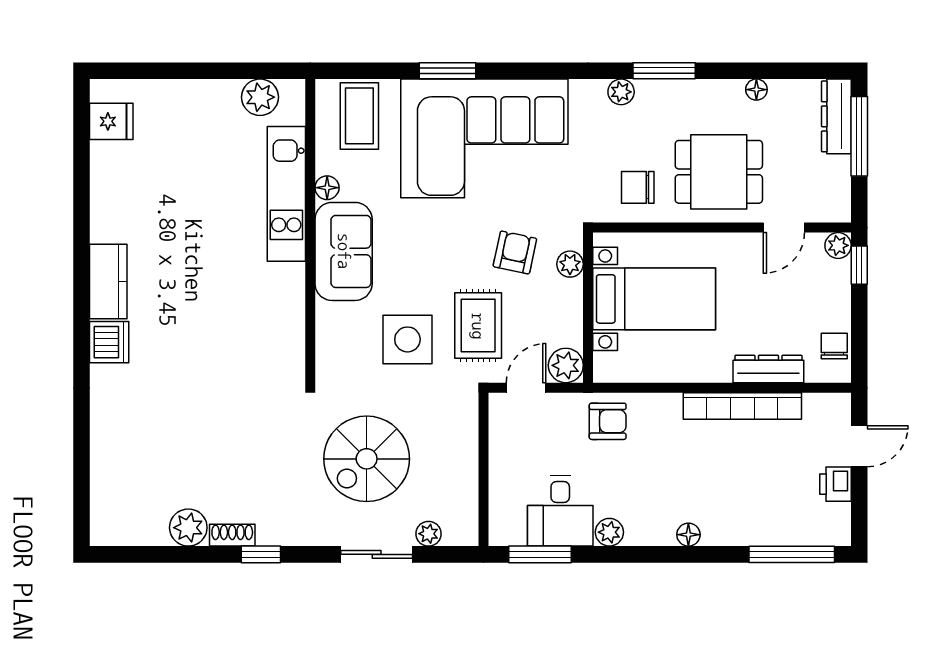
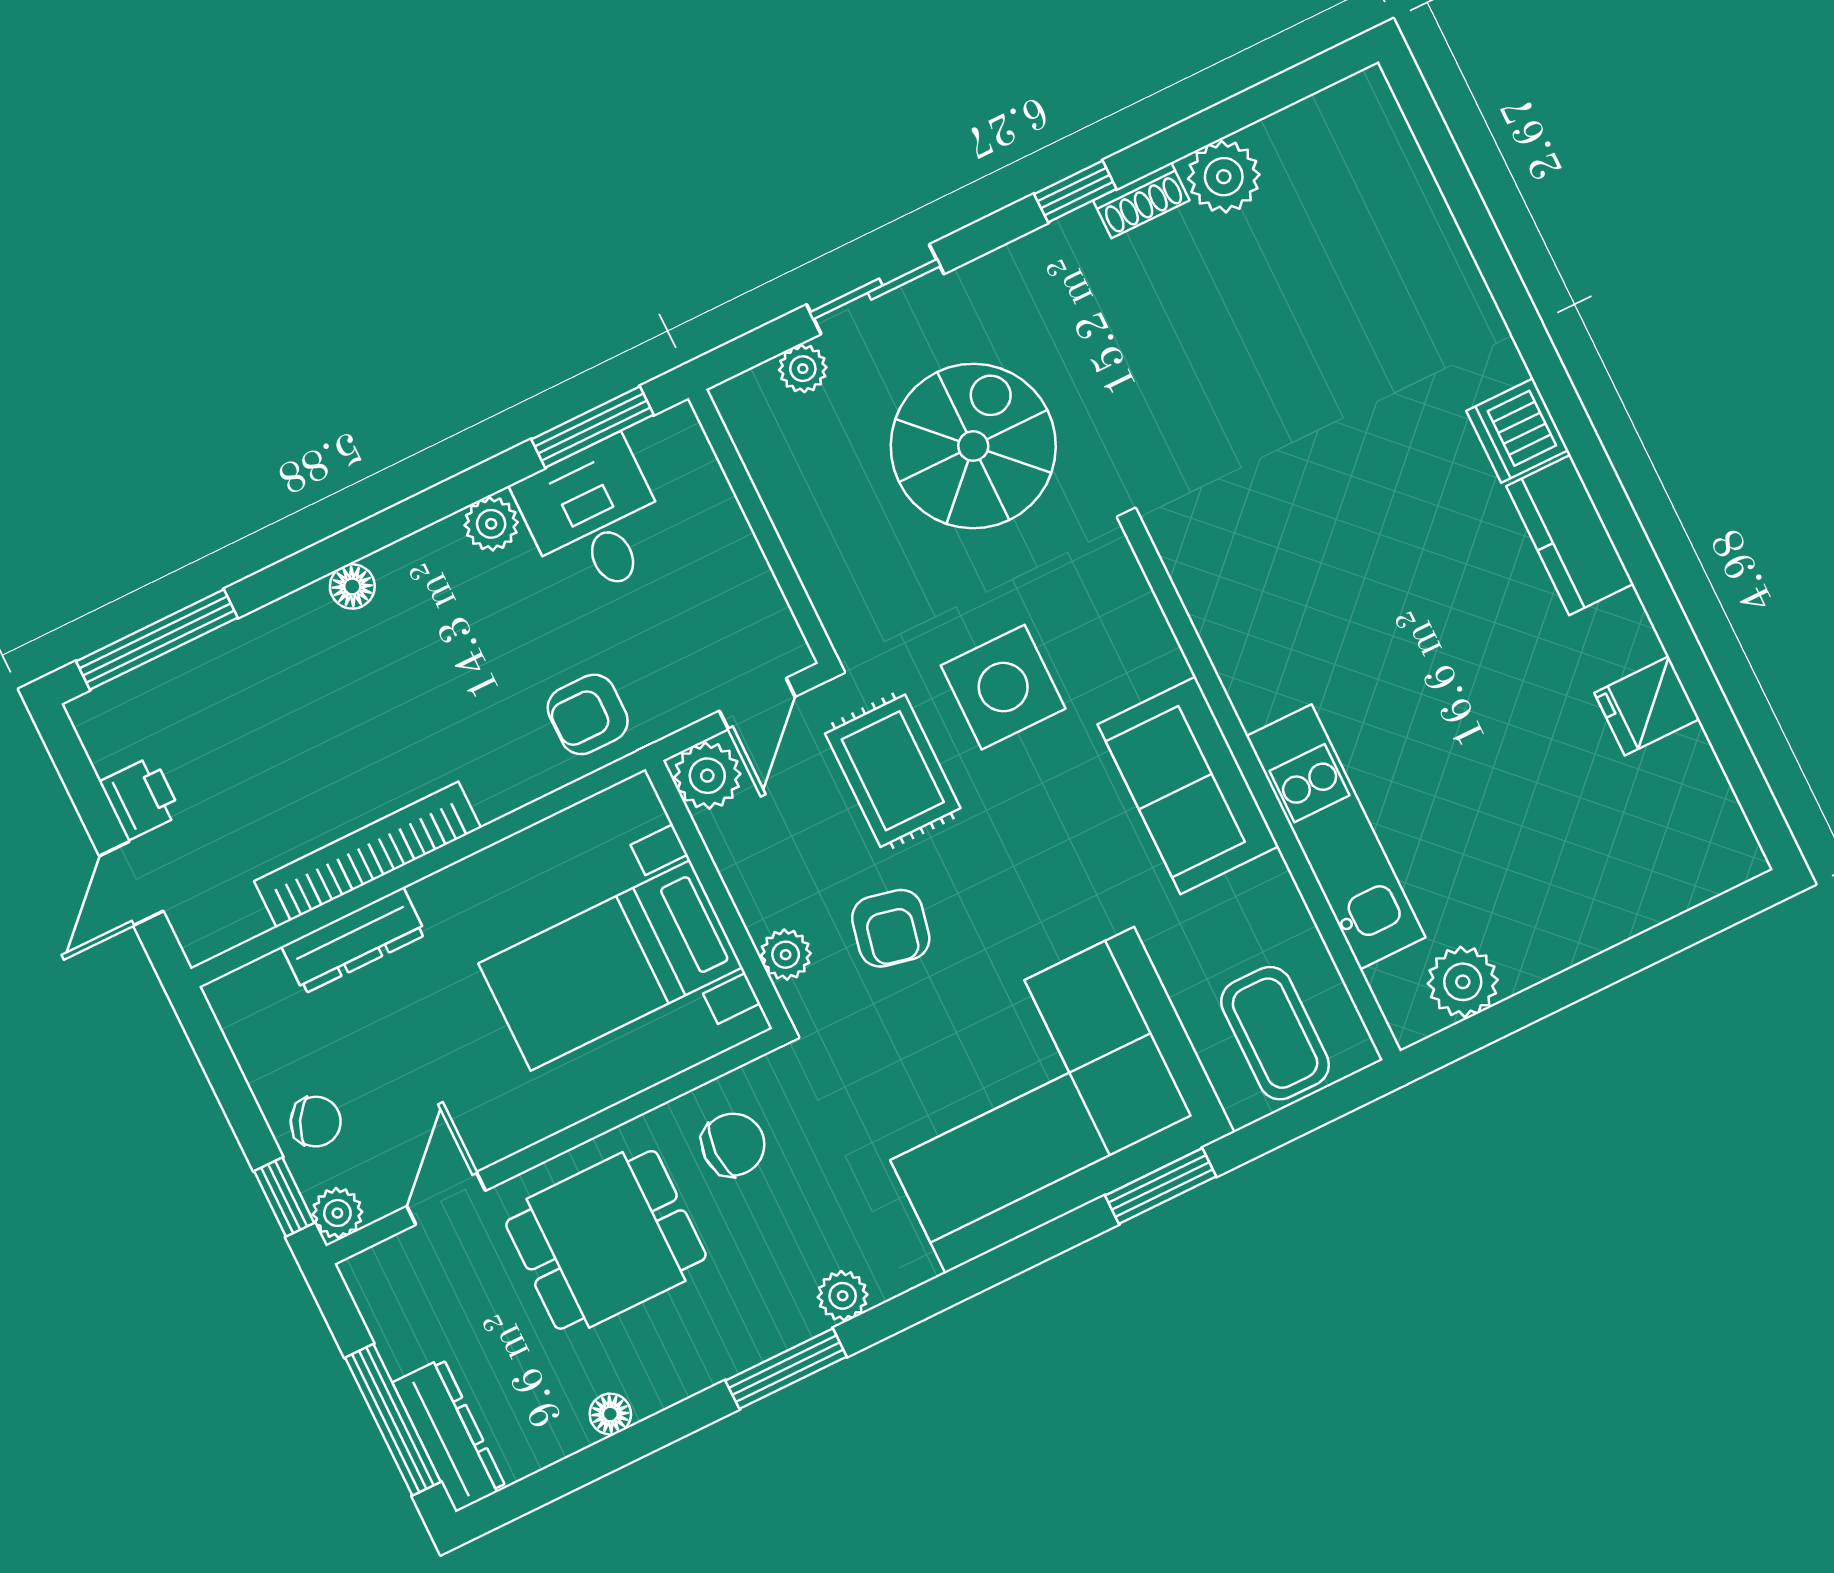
fridge: (111, 121) -> (1647, 706), moved
floor lamp: (327, 188) -> (1270, 882), removed
chair: (834, 346) -> (316, 1122), moved, turned -61

